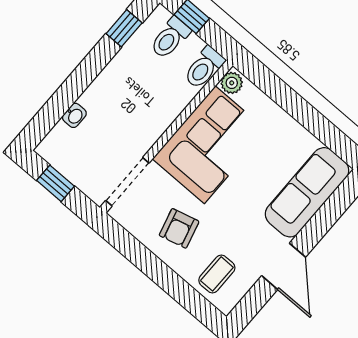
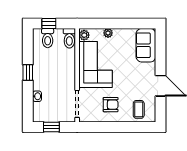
window: (124, 28) -> (28, 73), moved
plant: (272, 112) -> (108, 33), added
sofa: (307, 192) -> (146, 45), width x0.73
armchair: (179, 228) -> (111, 105), turned -75

